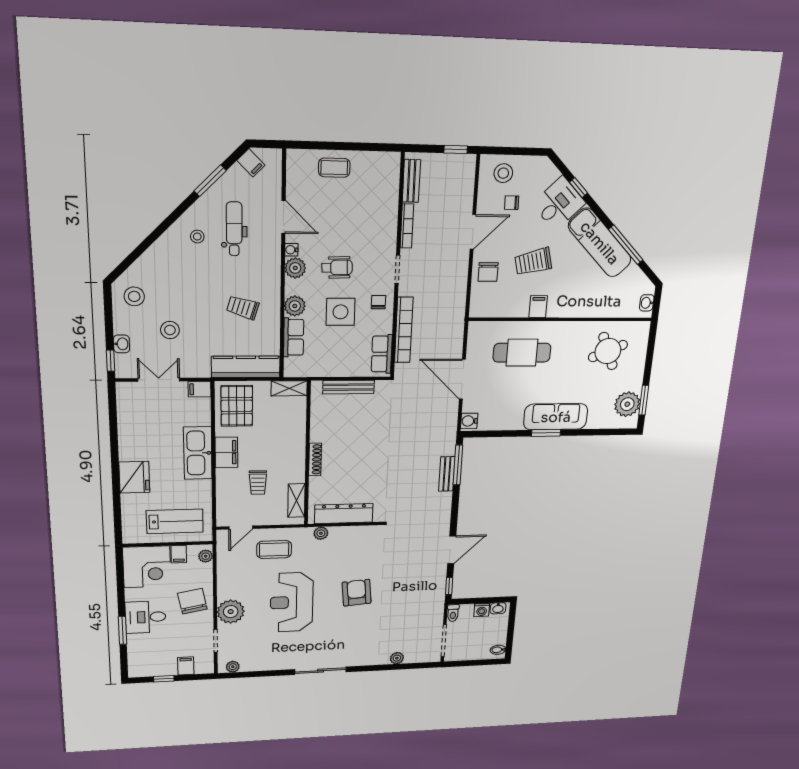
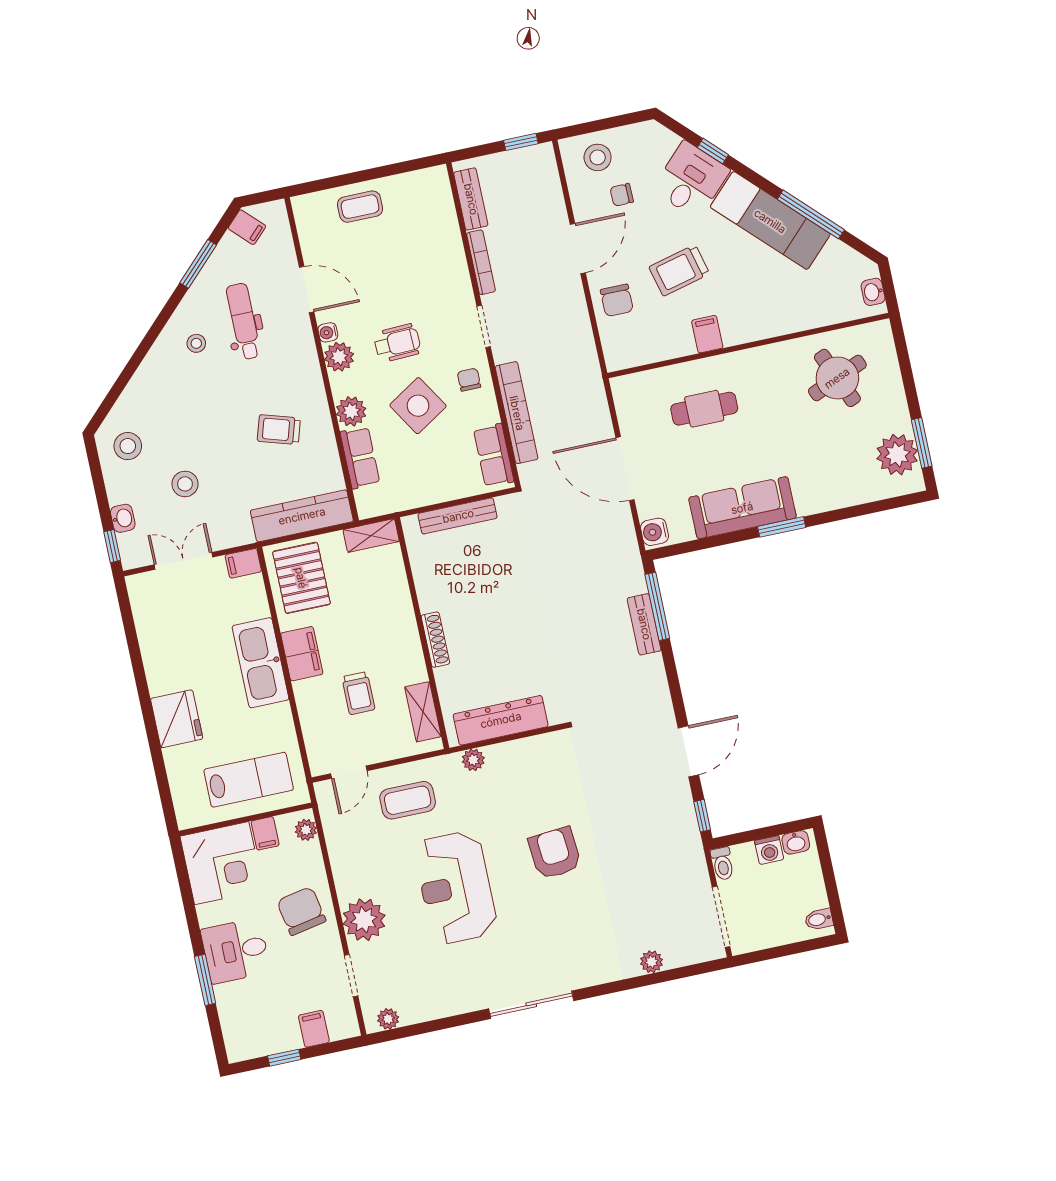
side table: (341, 312) -> (418, 406), turned -32
cafe table: (522, 353) -> (704, 409), width x0.73, depth x0.74
sofa: (556, 417) -> (742, 508), moved

